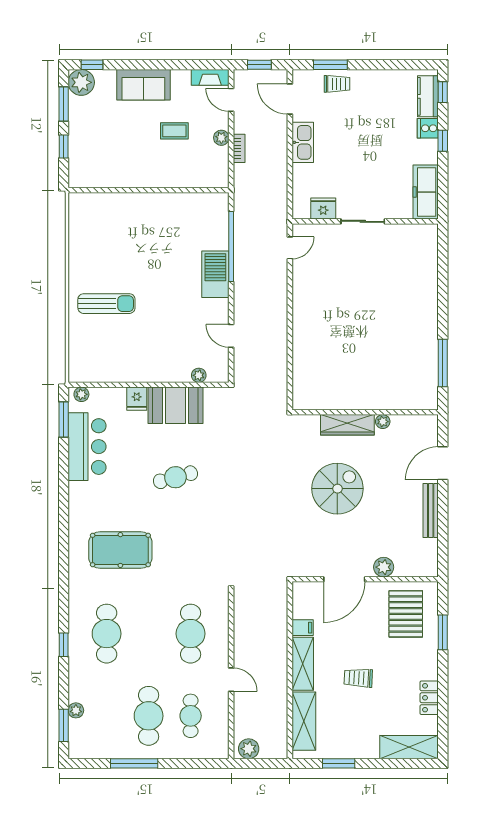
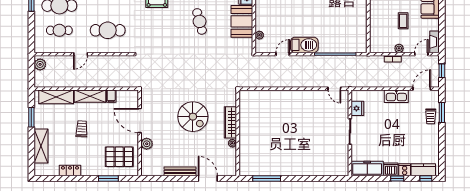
dishwasher: (427, 152) -> (391, 169), added
barbecue: (215, 274) -> (304, 45), moved
shelving: (409, 747) -> (41, 146), moved

